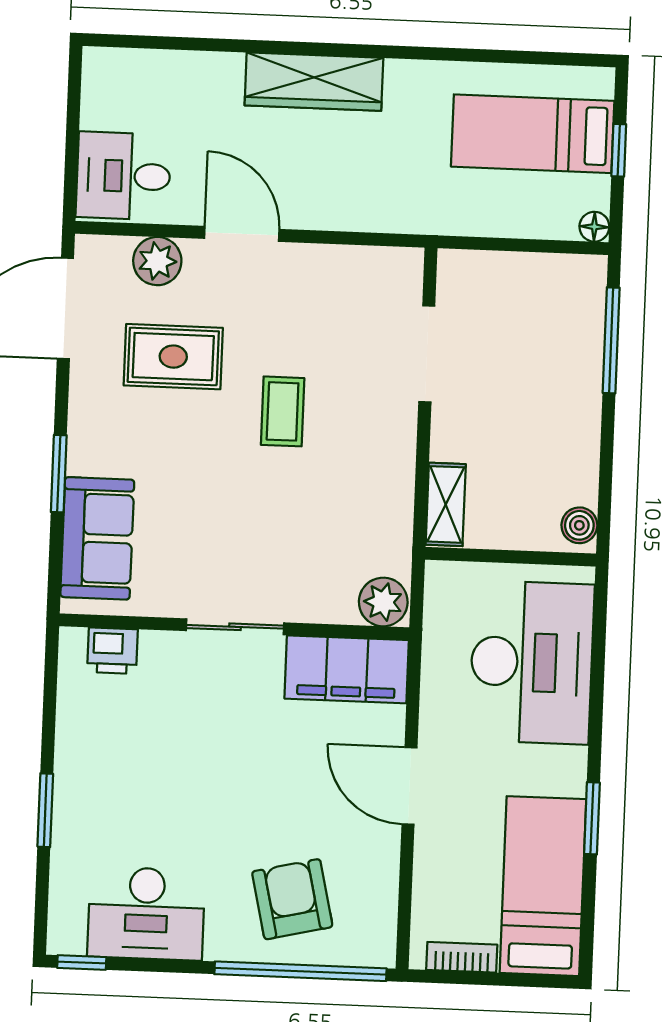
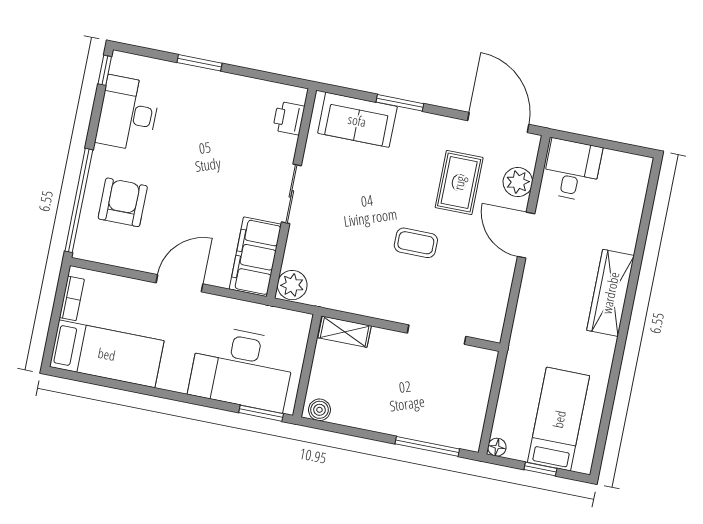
door: (242, 234) -> (526, 235), swing flipped
window: (592, 818) -> (261, 413), moved
armchair: (292, 899) -> (123, 202), turned -77

